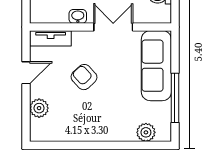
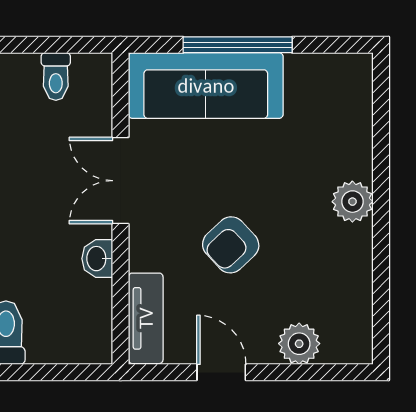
window: (175, 98) -> (238, 45), moved
plant: (146, 132) -> (352, 202), moved

